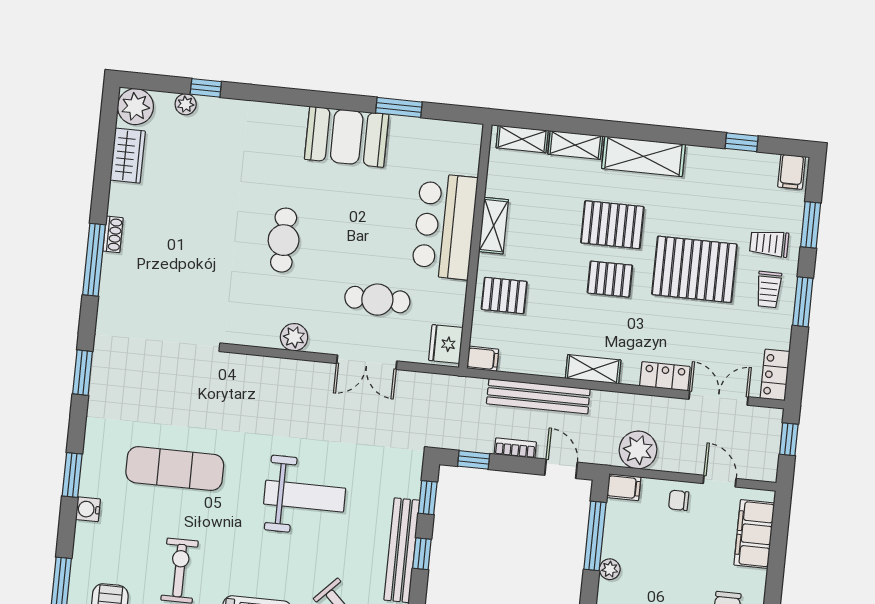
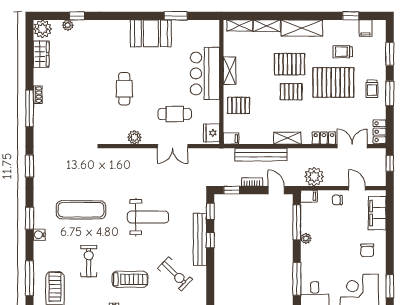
filing cabinet: (792, 172) -> (366, 28), moved
trolley: (769, 244) -> (343, 52), moved

